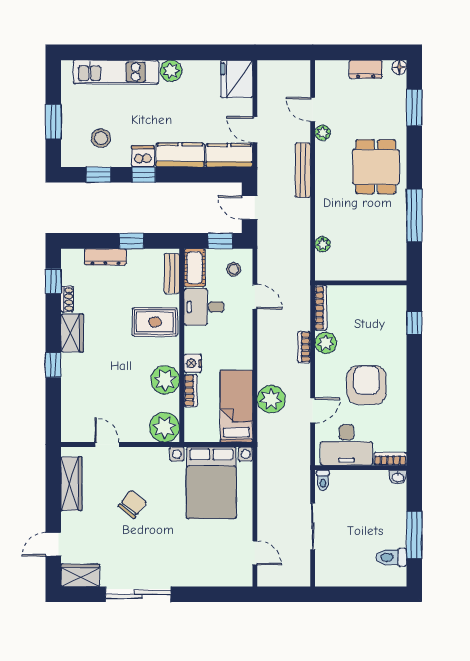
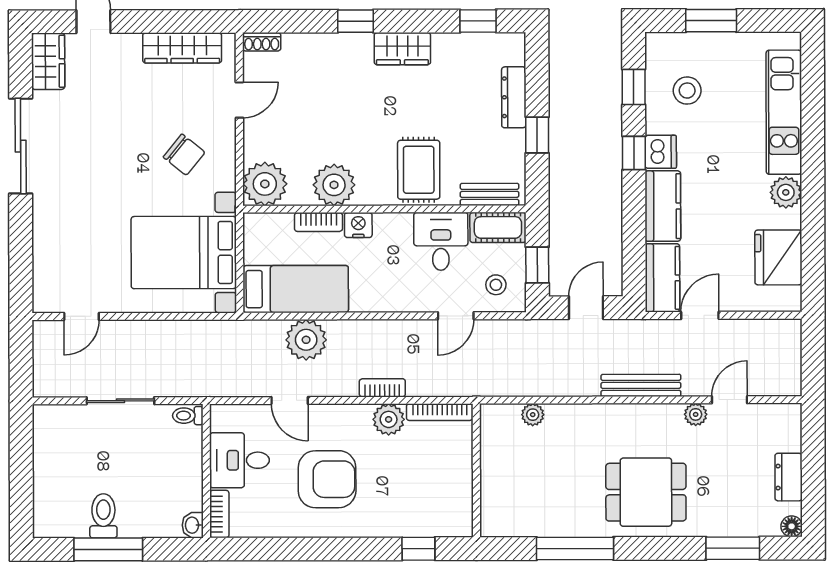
fridge: (237, 79) -> (778, 257), moved, turned -90
shoe rack: (67, 299) -> (262, 42), moved
desk: (346, 445) -> (239, 460), width x0.73
chair: (132, 504) -> (184, 155), moved
toilet: (391, 557) -> (103, 516), moved

